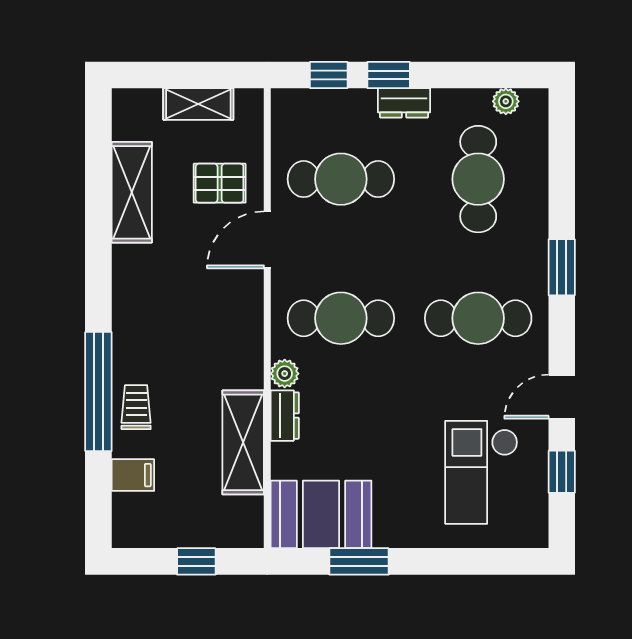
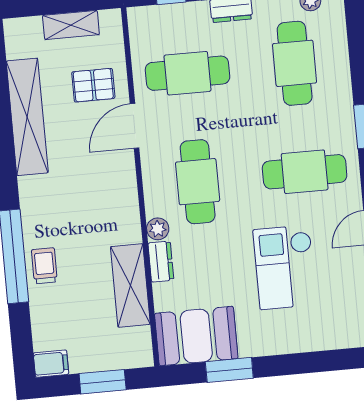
shelving: (132, 192) -> (27, 117), width x1.47
cafe table: (341, 318) -> (198, 182), turned 90
checkout: (481, 472) -> (285, 267), moved
filing cabinet: (133, 475) -> (51, 364), moved
window: (196, 561) -> (103, 382), width x1.50

